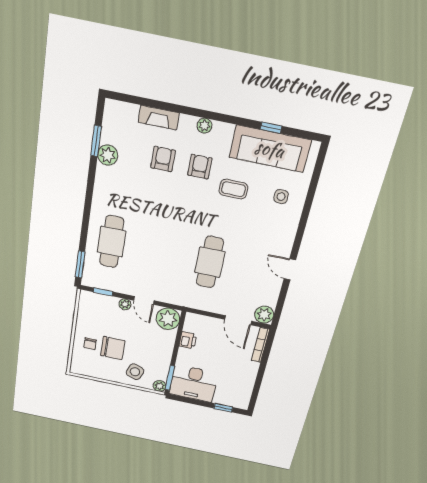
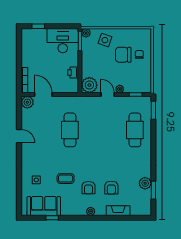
sofa: (270, 149) -> (44, 206), width x0.73

